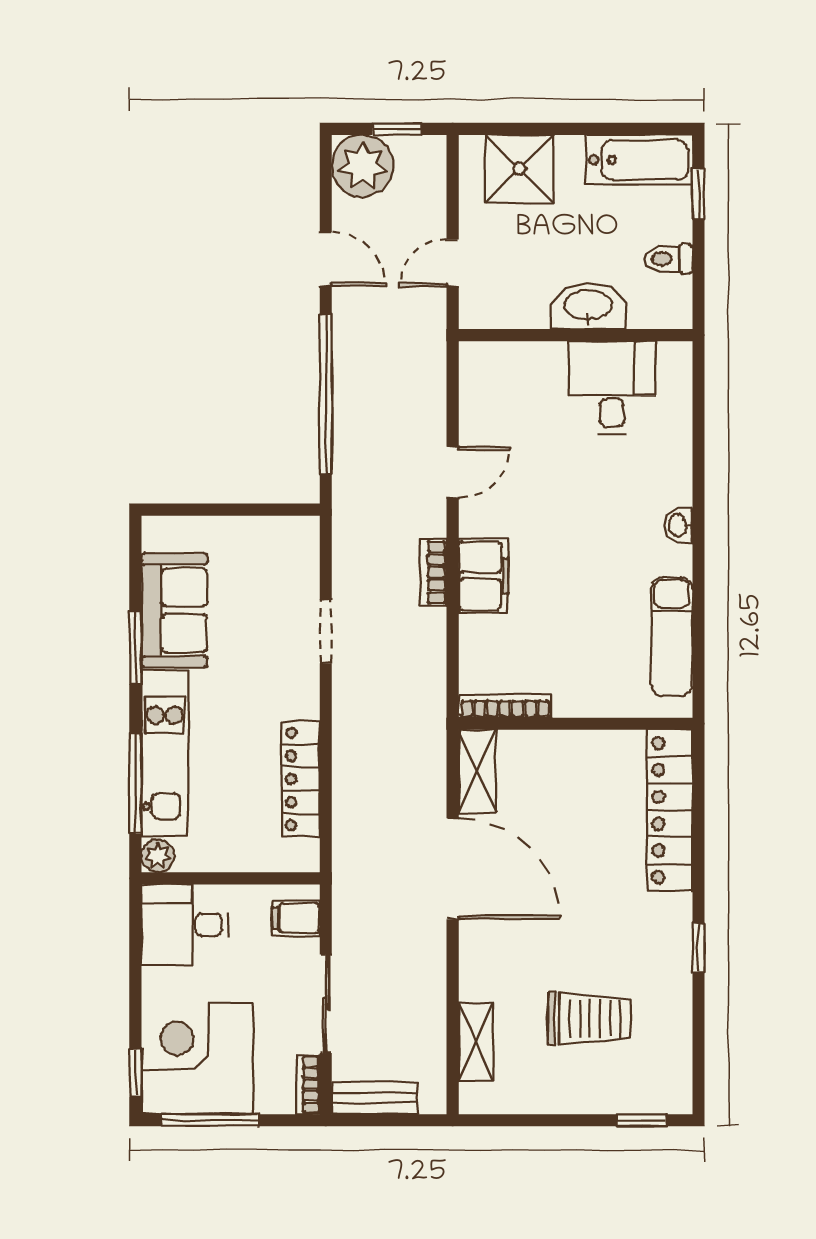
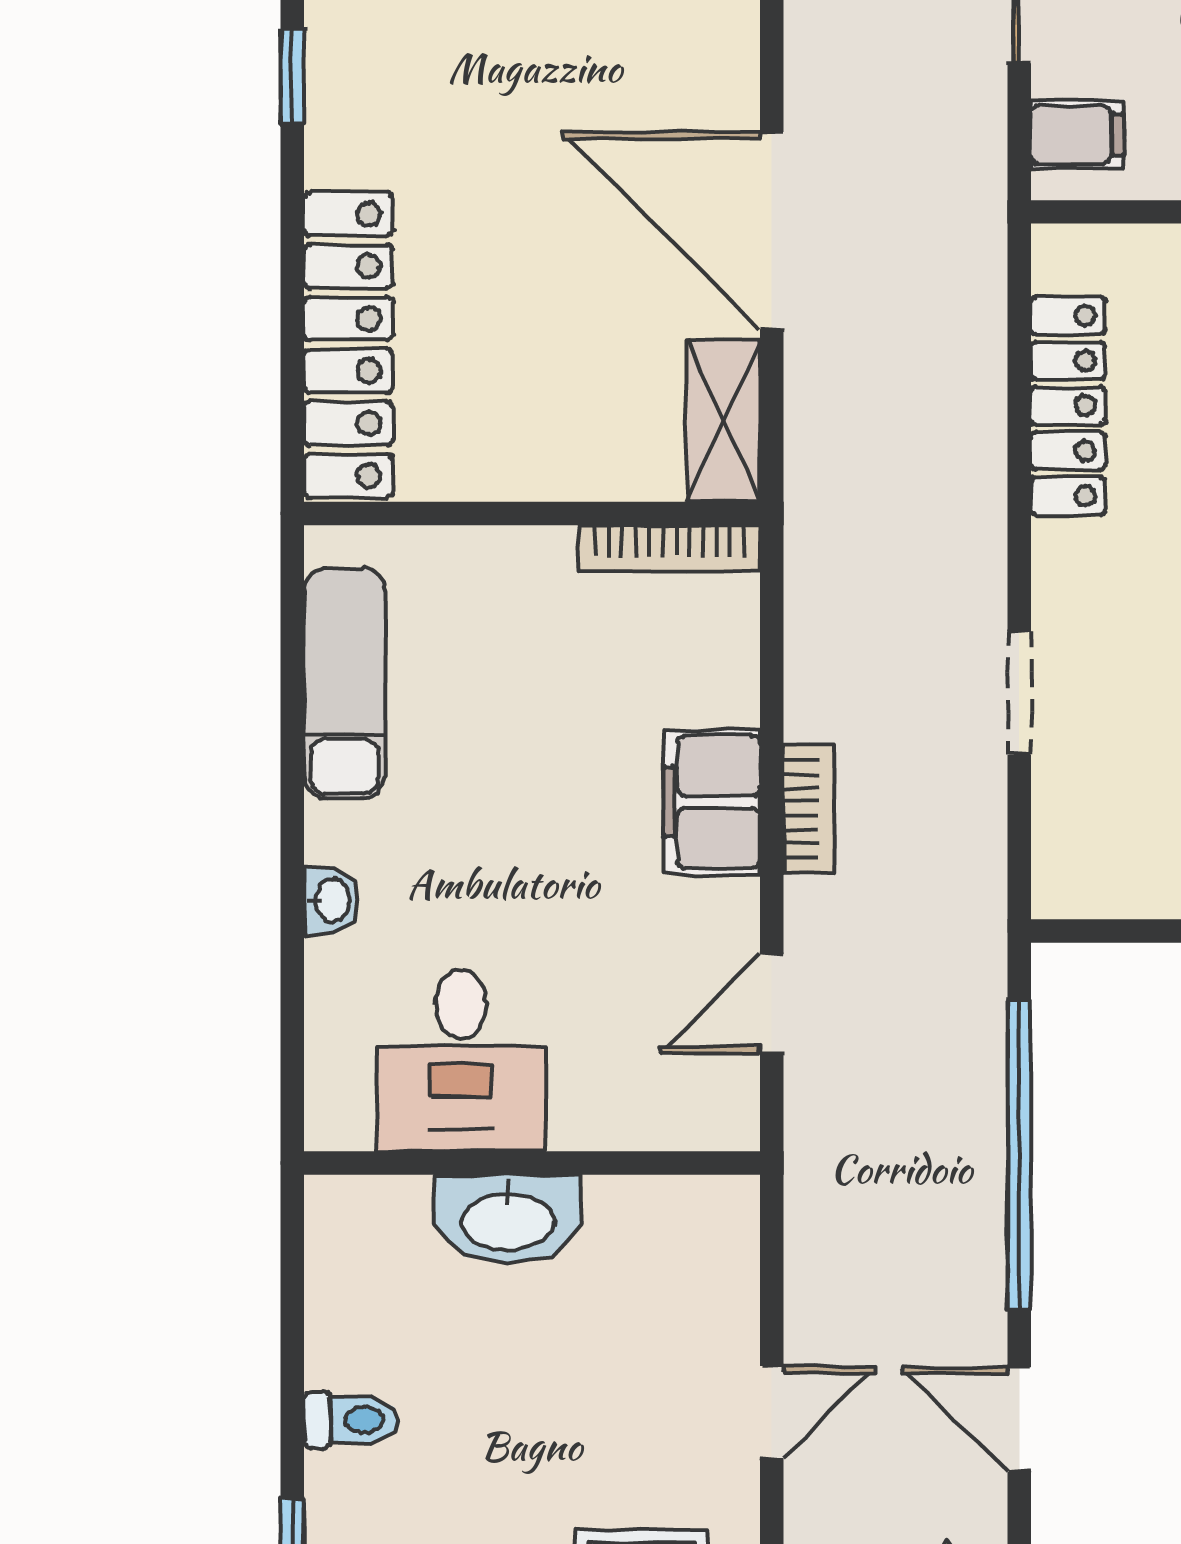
washbasin: (588, 306) -> (508, 1219), moved
wall: (576, 335) -> (532, 1163), moved
desk: (612, 388) -> (461, 1061), moved

